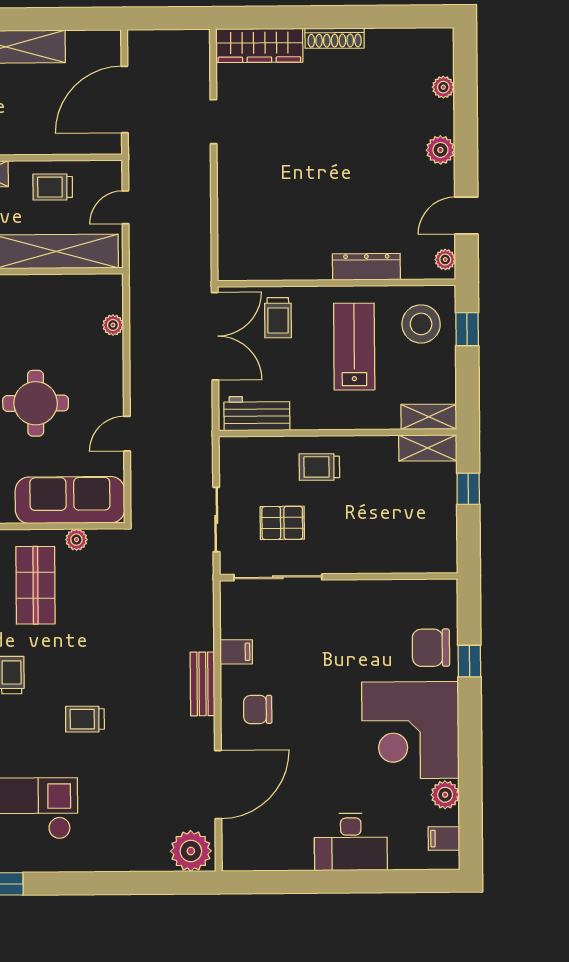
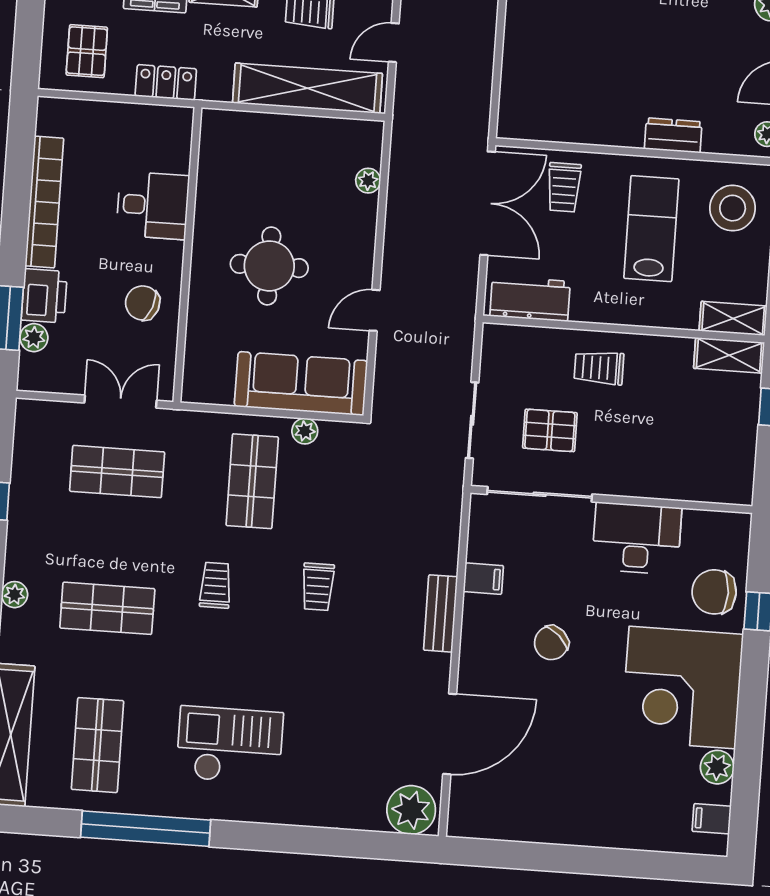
dresser: (366, 267) -> (673, 135), width x0.70
chair: (258, 709) -> (551, 643), moved, turned -47
trolley: (85, 719) -> (318, 587), moved, turned -90
desk: (351, 842) -> (637, 538), moved, turned 180

